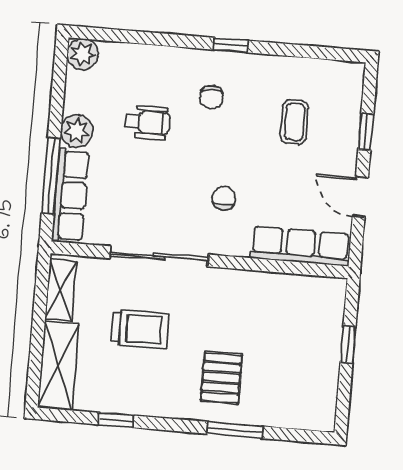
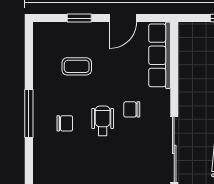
window: (231, 45) -> (29, 113), width x2.17
wheelchair: (147, 122) -> (103, 121), moved

